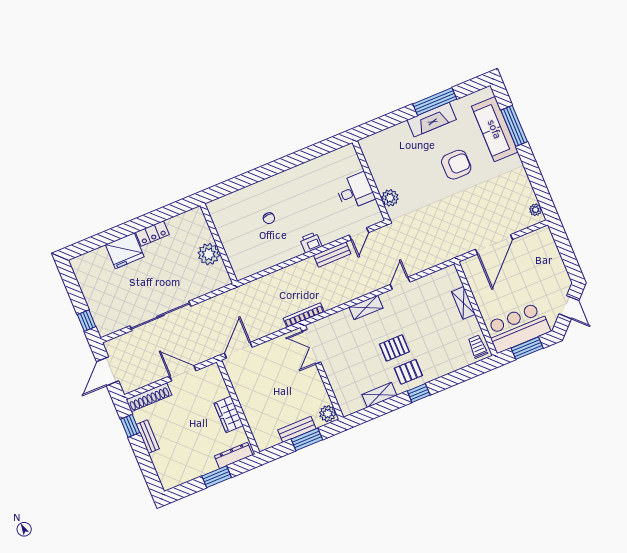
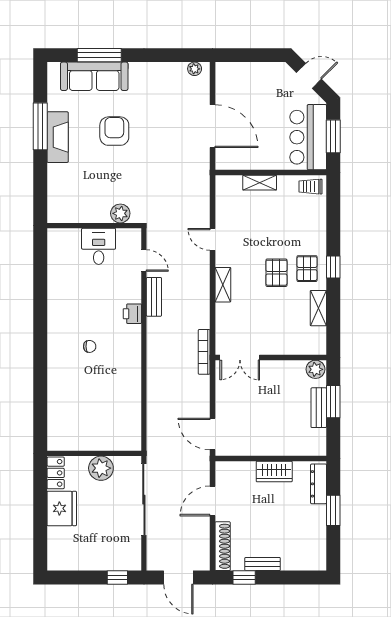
wall: (219, 243) -> (94, 453), moved
plant: (209, 254) -> (101, 468), moved

